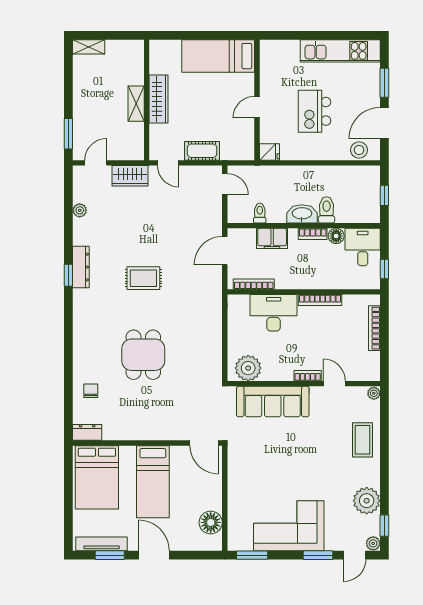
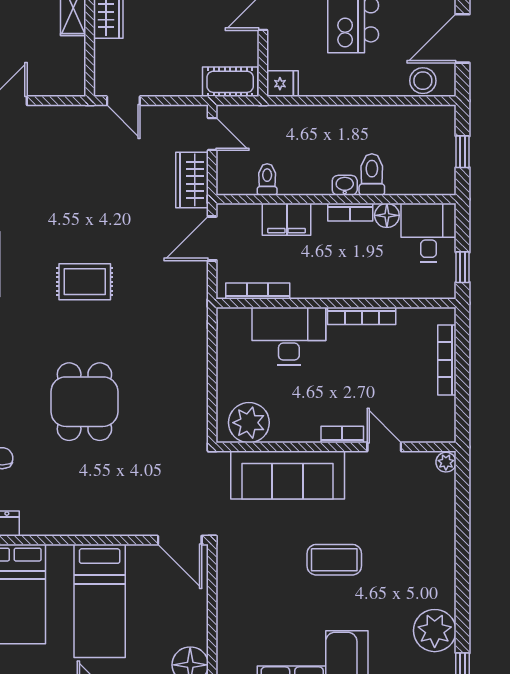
cot: (202, 151) -> (230, 82), moved
wardrobe: (130, 176) -> (192, 180), moved, turned 90
washbasin: (302, 214) -> (345, 185), width x0.52, depth x0.69
coffee table: (362, 440) -> (334, 560), moved, turned 90

